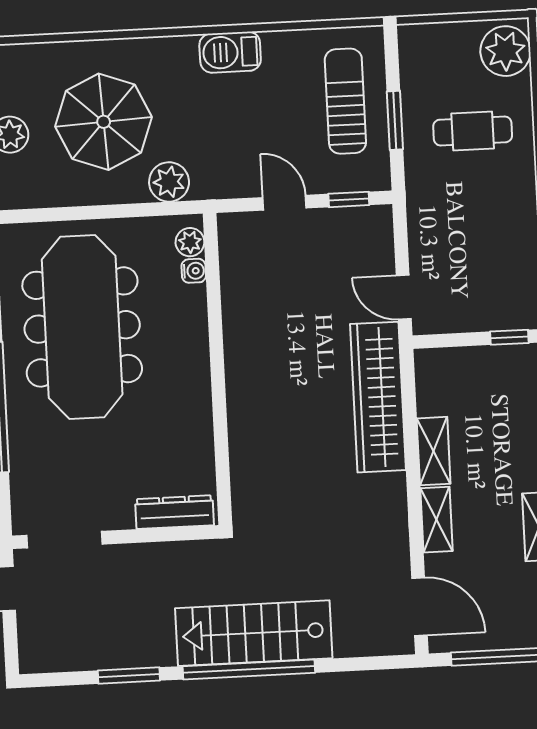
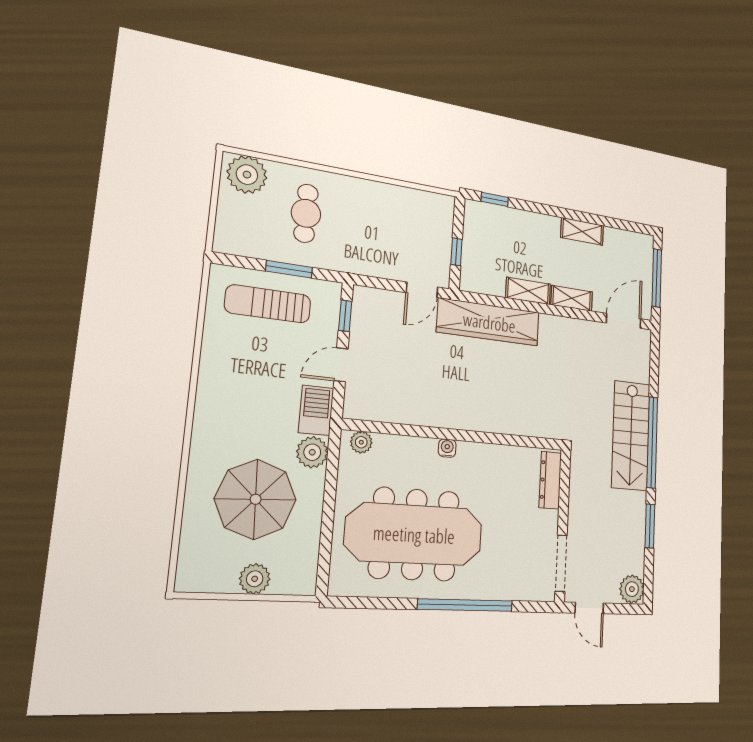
barbecue: (230, 52) -> (316, 410), moved, turned 180
water cooler: (194, 271) -> (447, 448), moved
window: (509, 337) -> (457, 252), moved
plant: (39, 654) -> (632, 589), added

